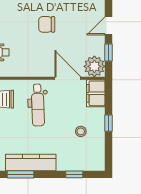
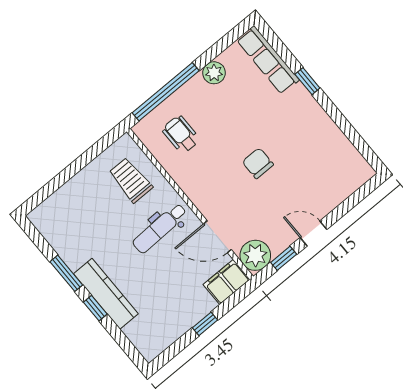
door: (68, 78) -> (217, 237), swing flipped
stool: (81, 131) -> (170, 301), removed
kitchen counter: (31, 162) -> (106, 294), moved
window: (74, 174) -> (95, 308), moved

